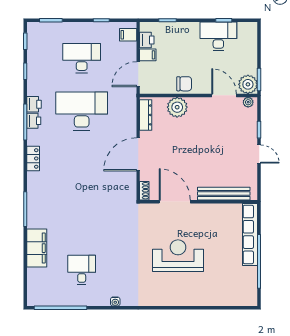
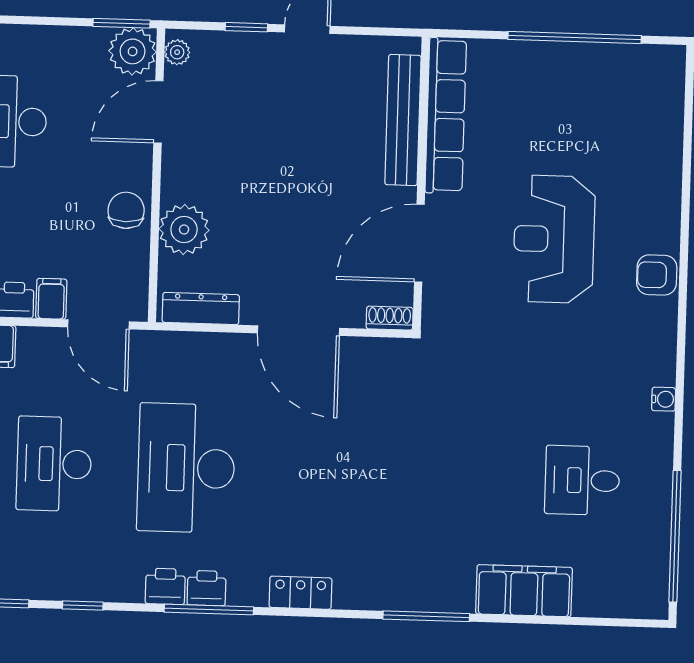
row of seats: (250, 234) -> (446, 116), moved, turned -90
armchair: (165, 297) -> (657, 275), added

